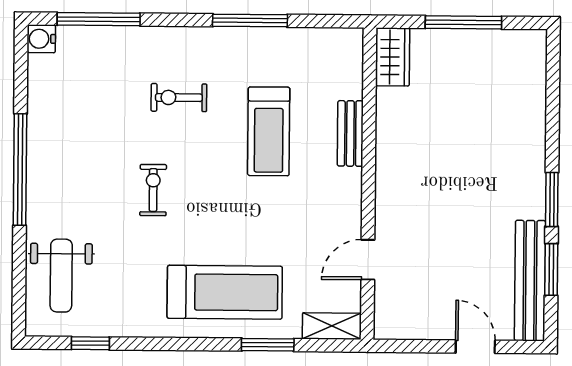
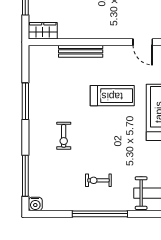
treadmill: (269, 131) -> (112, 96), moved
bench: (350, 133) -> (81, 51), width x1.36
exercise bike: (153, 190) -> (98, 180), moved

